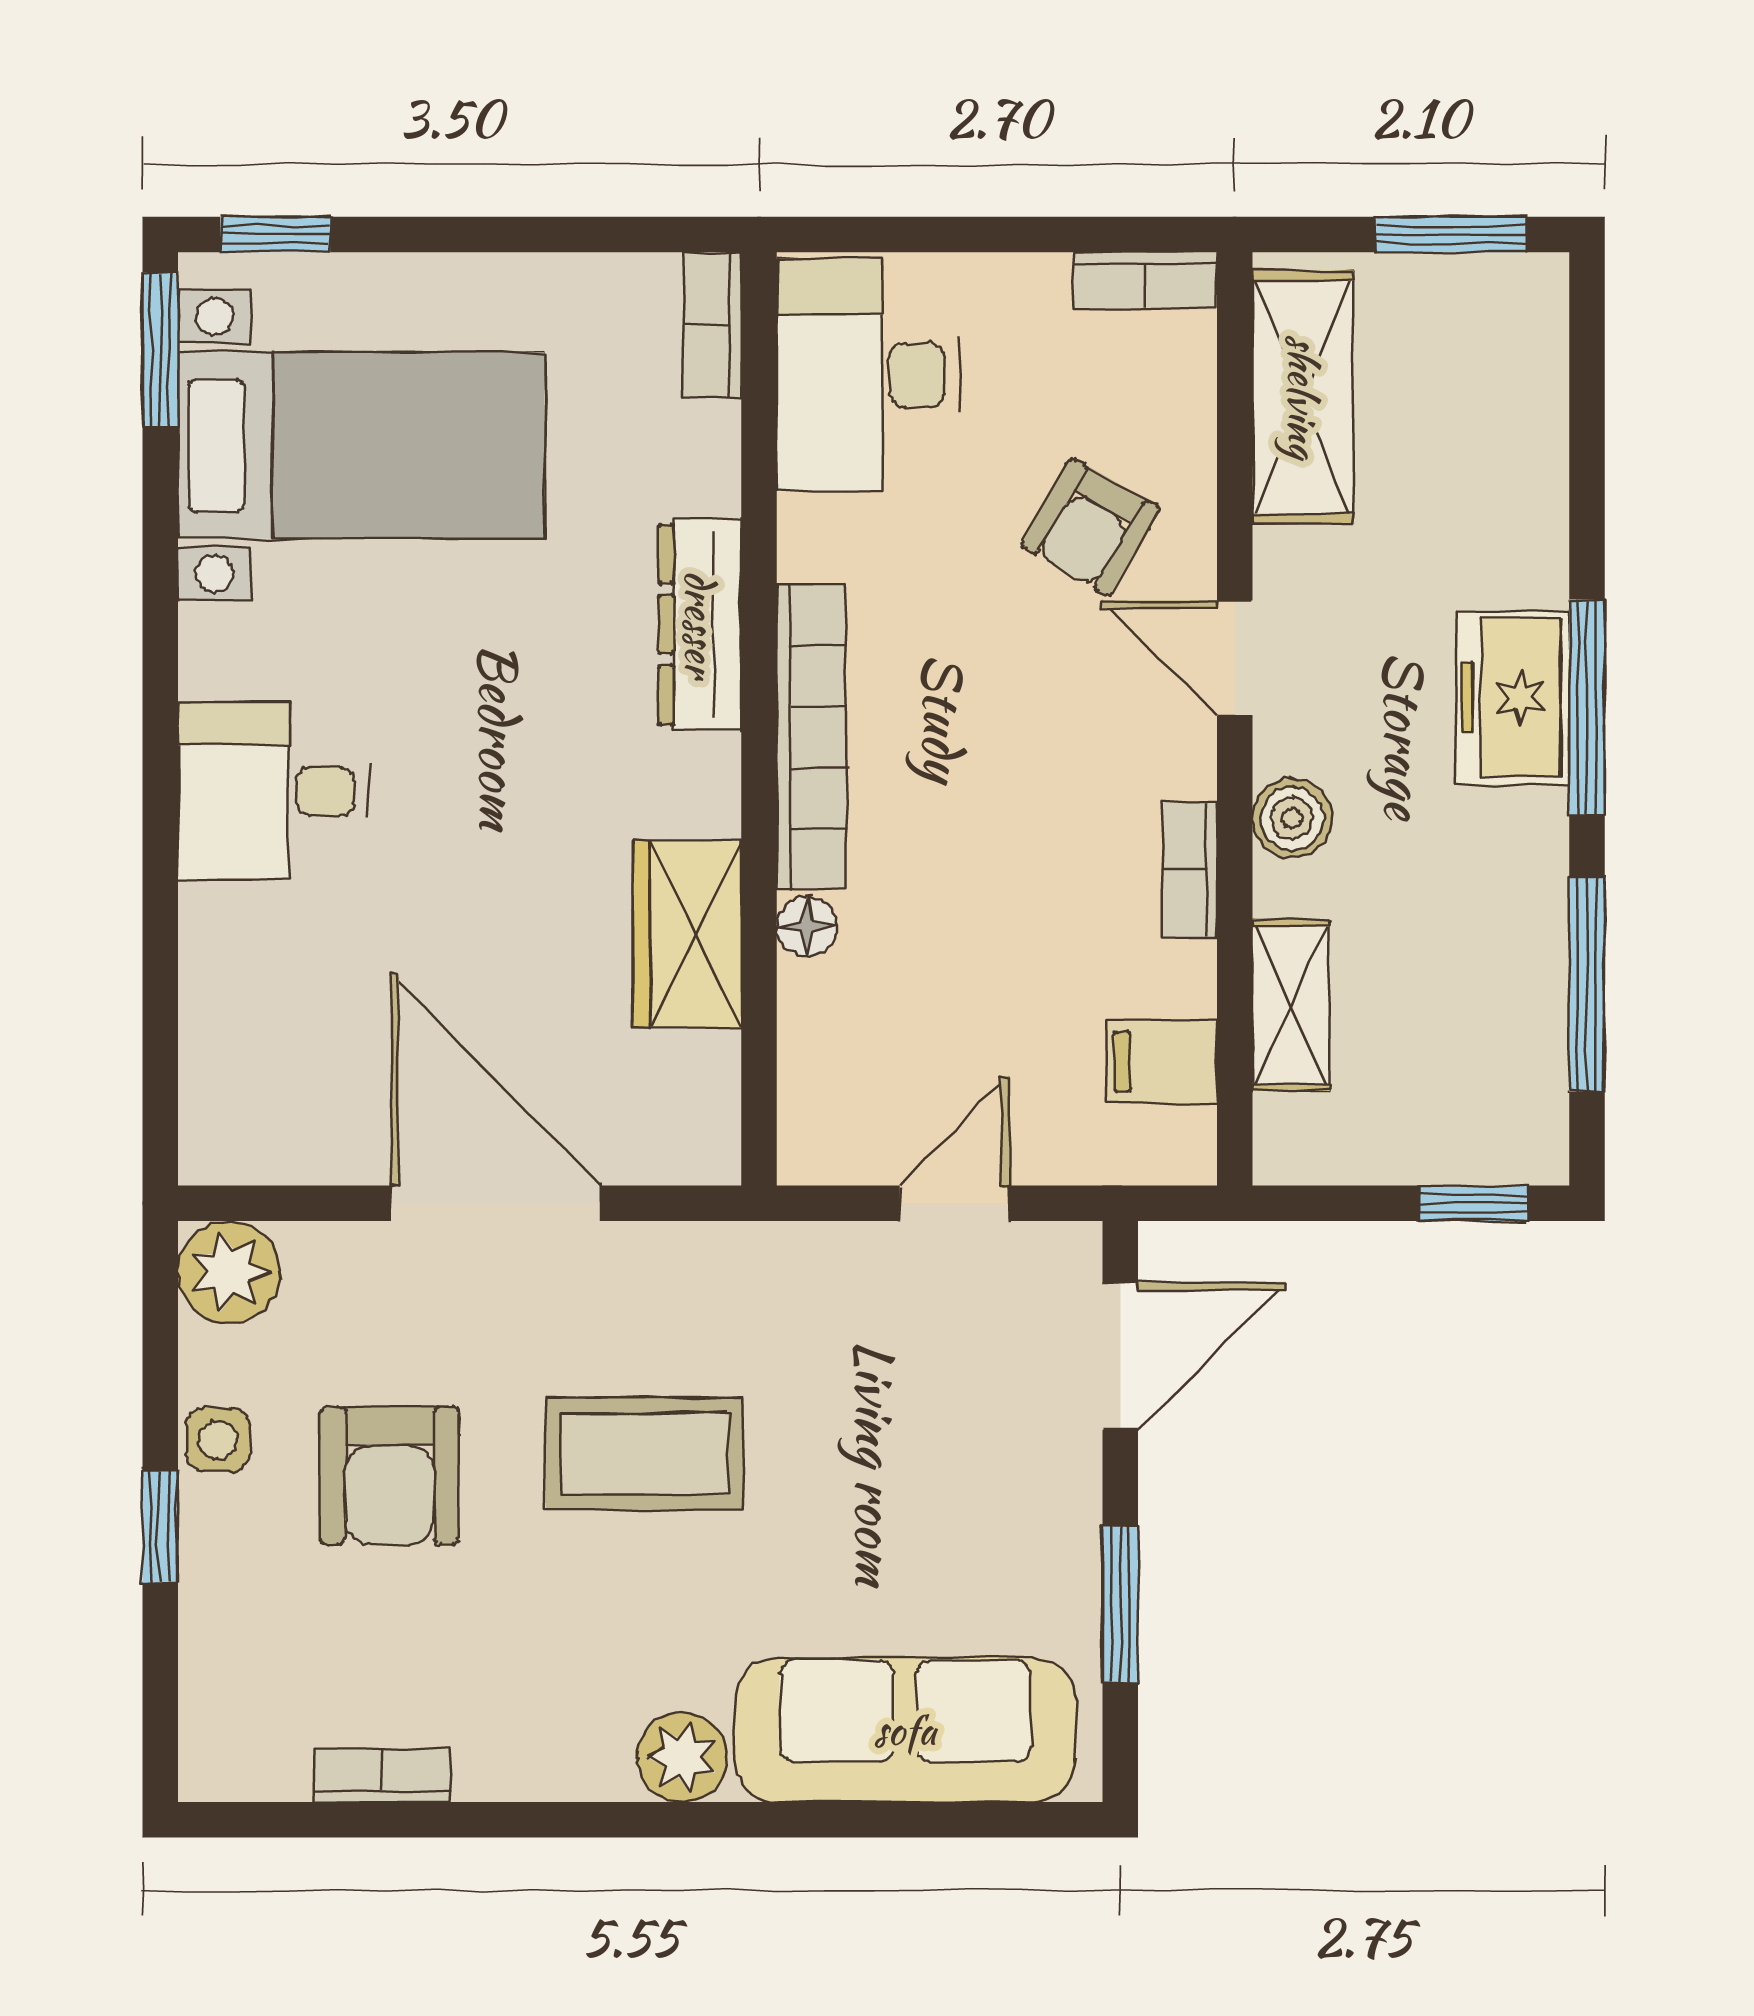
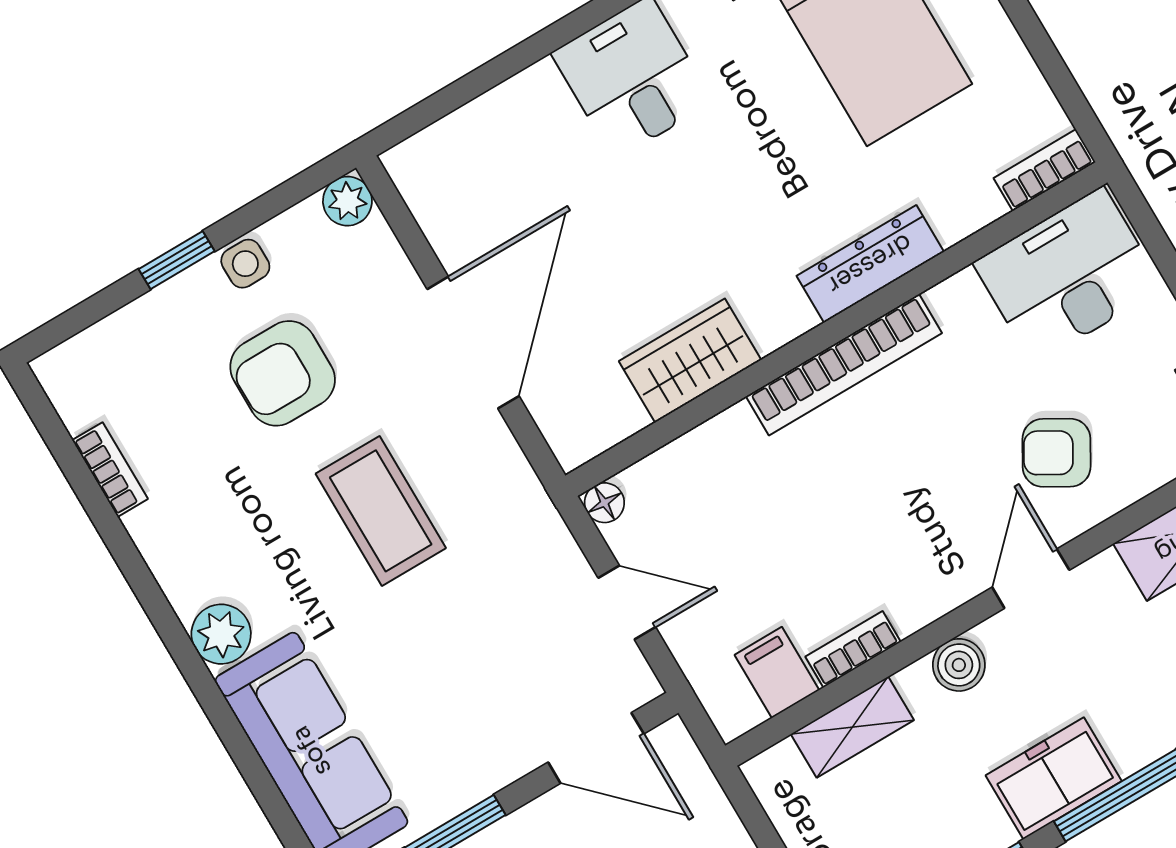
freezer: (1513, 697) -> (1054, 778), moved
bookcase: (1190, 869) -> (853, 649), moved
floor lamp: (807, 926) -> (604, 503), moved
plant: (229, 1272) -> (347, 201), width x0.73, depth x0.73

